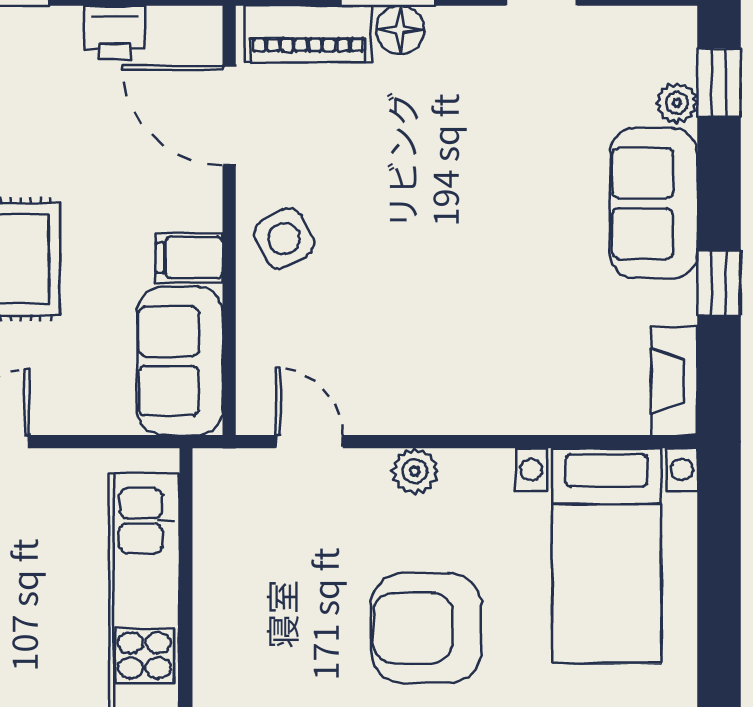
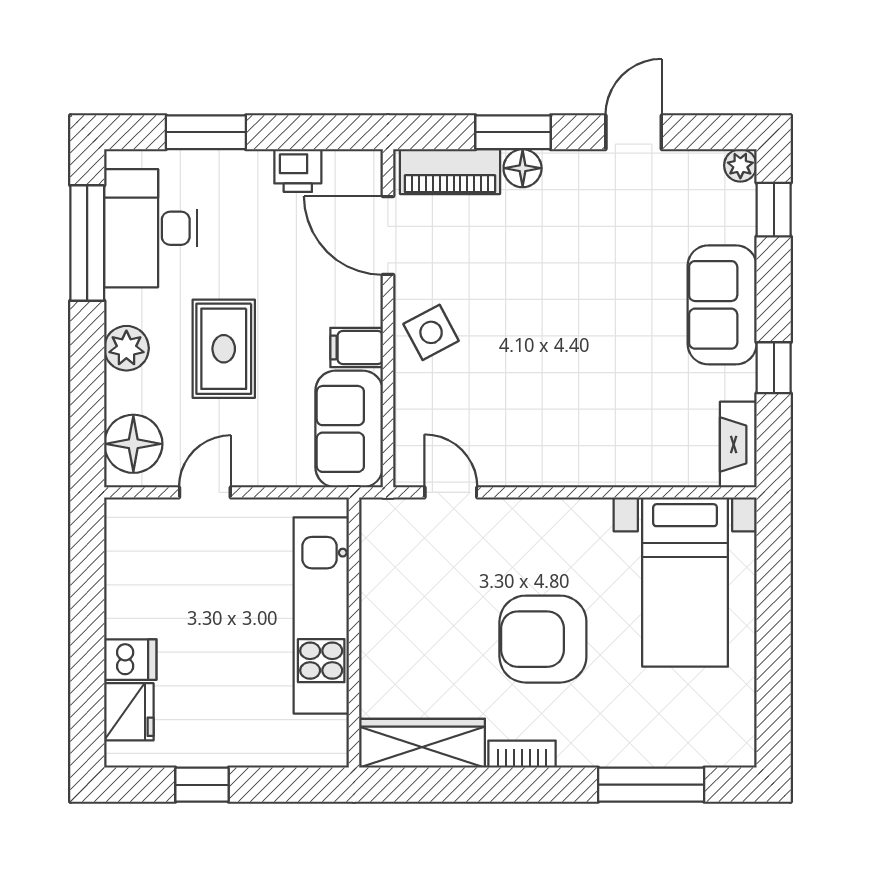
plant: (677, 103) -> (740, 165), moved
plant: (415, 471) -> (534, 516), removed

